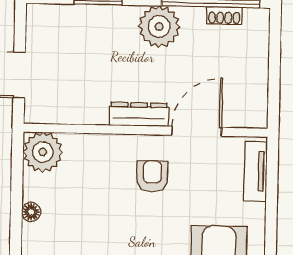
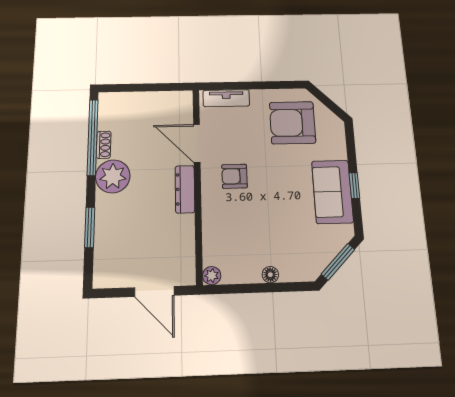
shoe rack: (224, 16) -> (104, 145), moved
plant: (43, 152) -> (212, 276), width x0.53, depth x0.53

